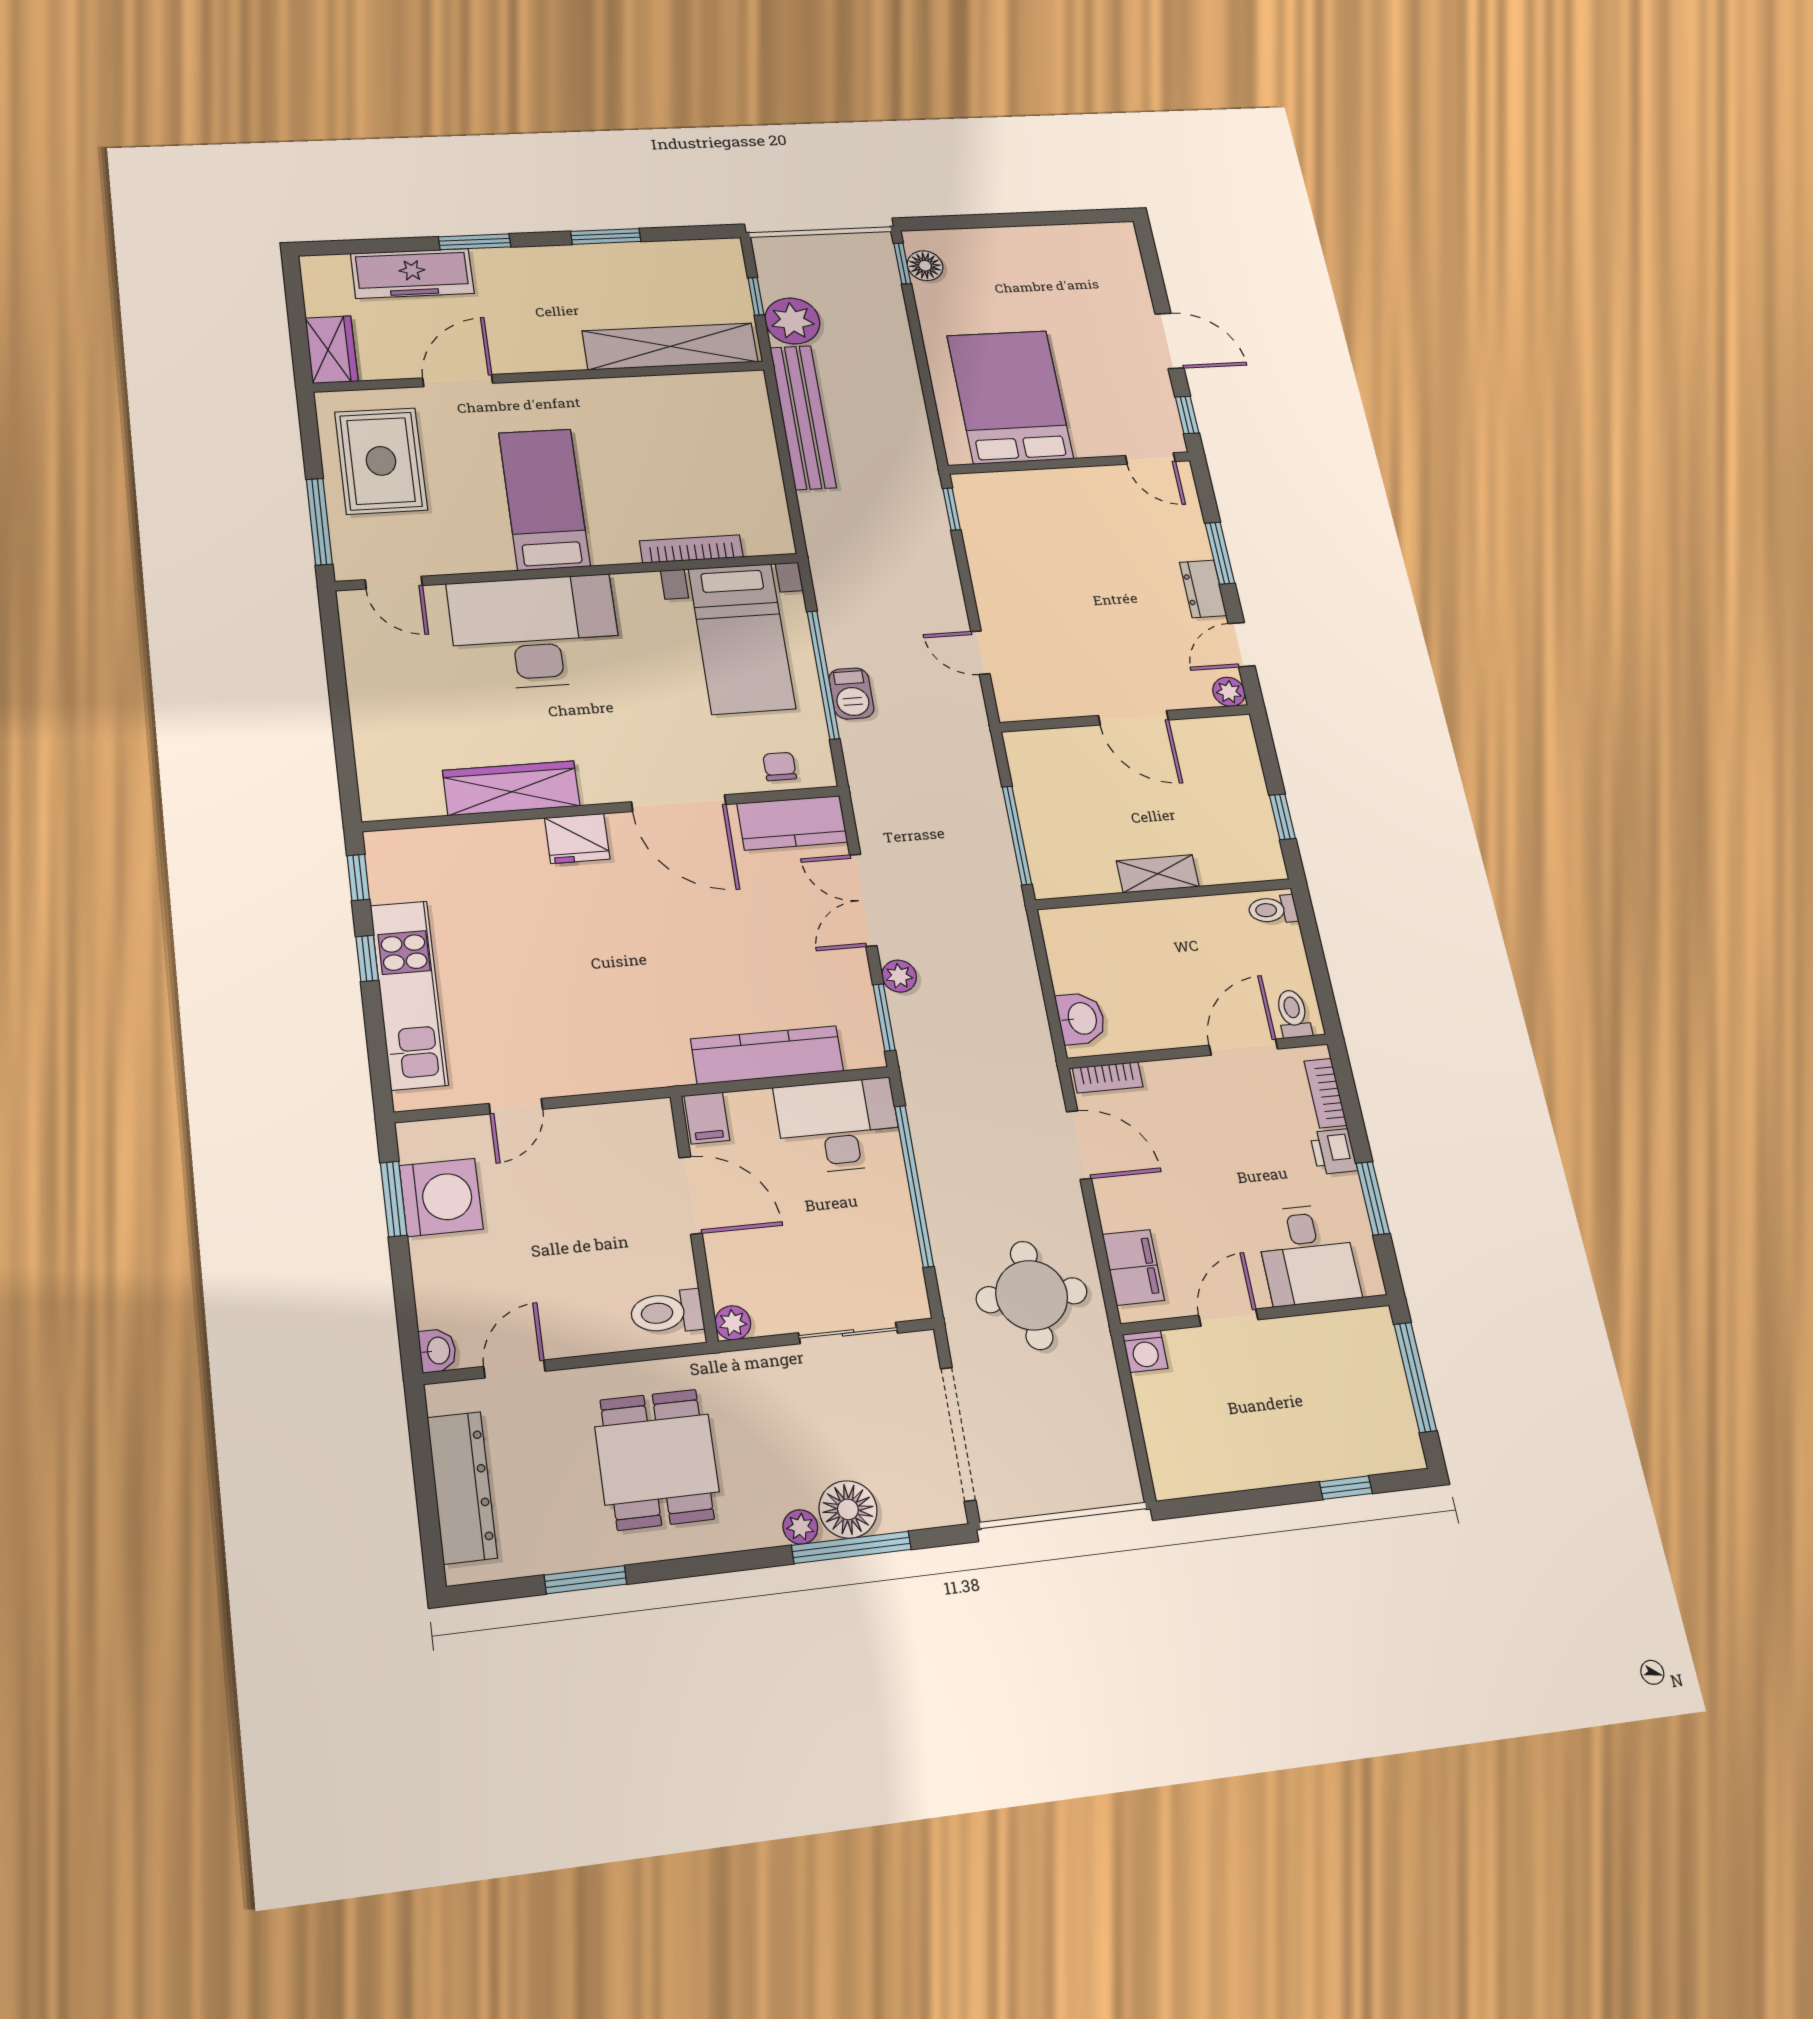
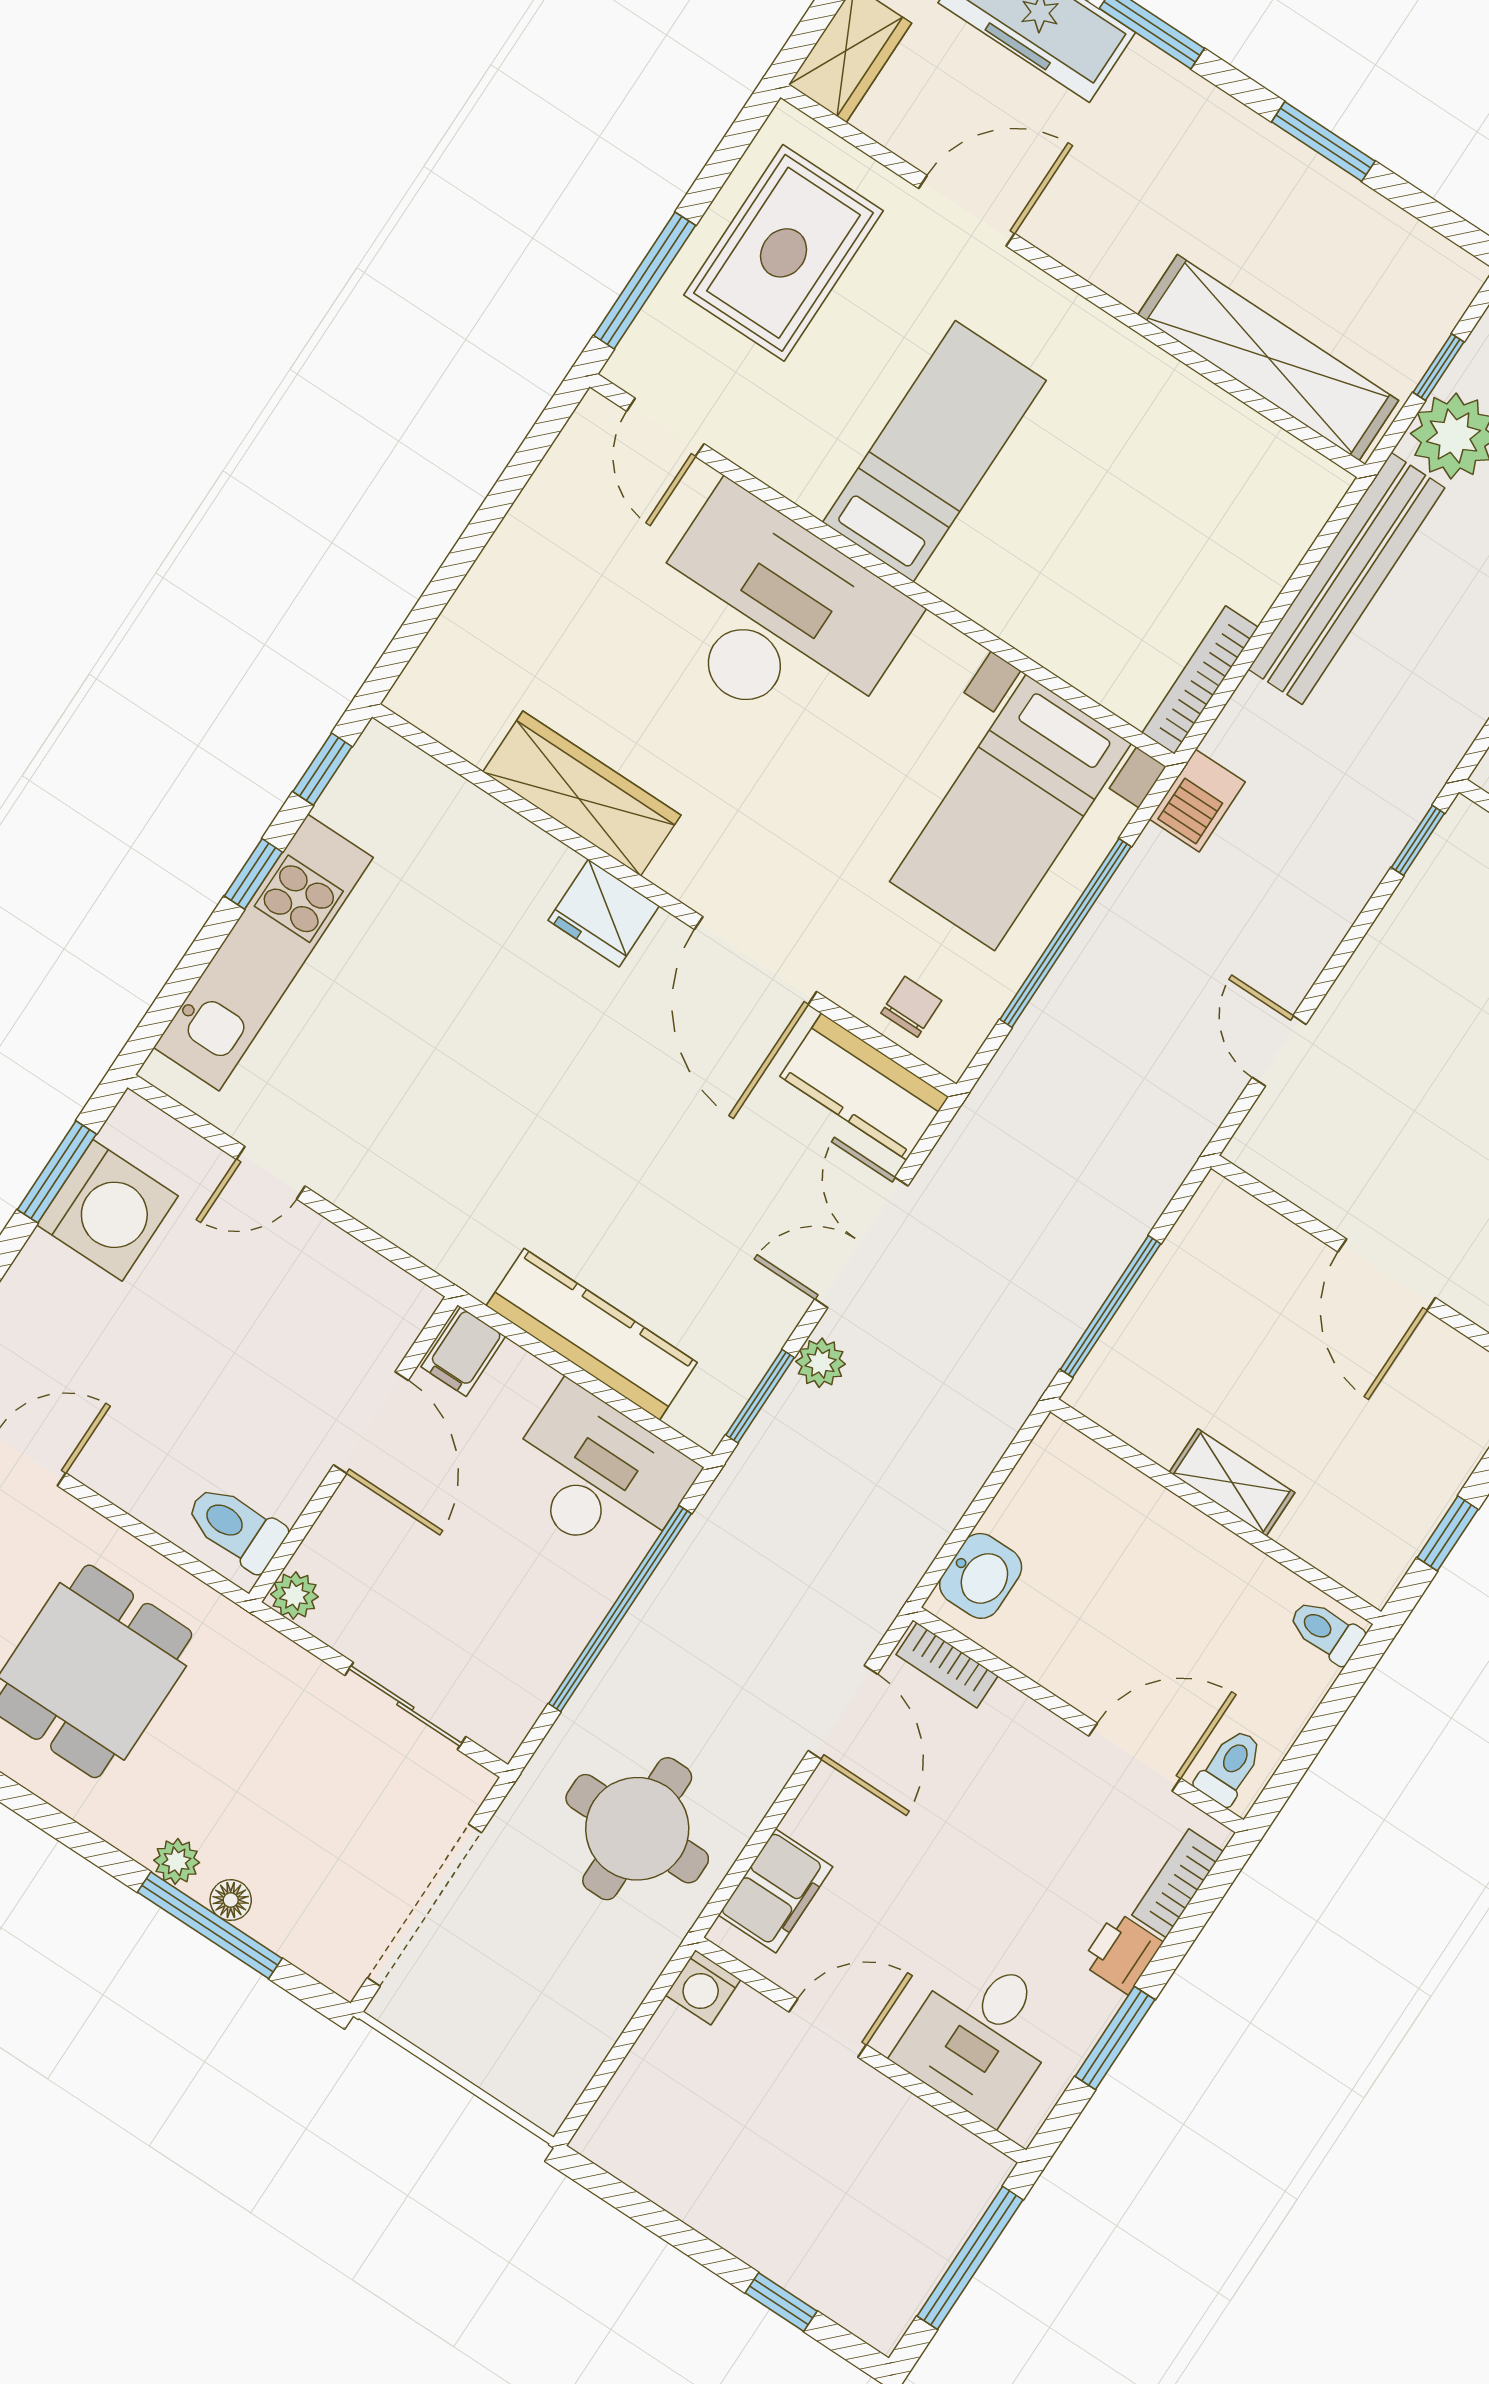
bookcase: (691, 549) -> (1200, 680), moved, turned -90
barbecue: (851, 693) -> (1197, 801), moved
floor lamp: (848, 1509) -> (231, 1900), width x0.53, depth x0.53

